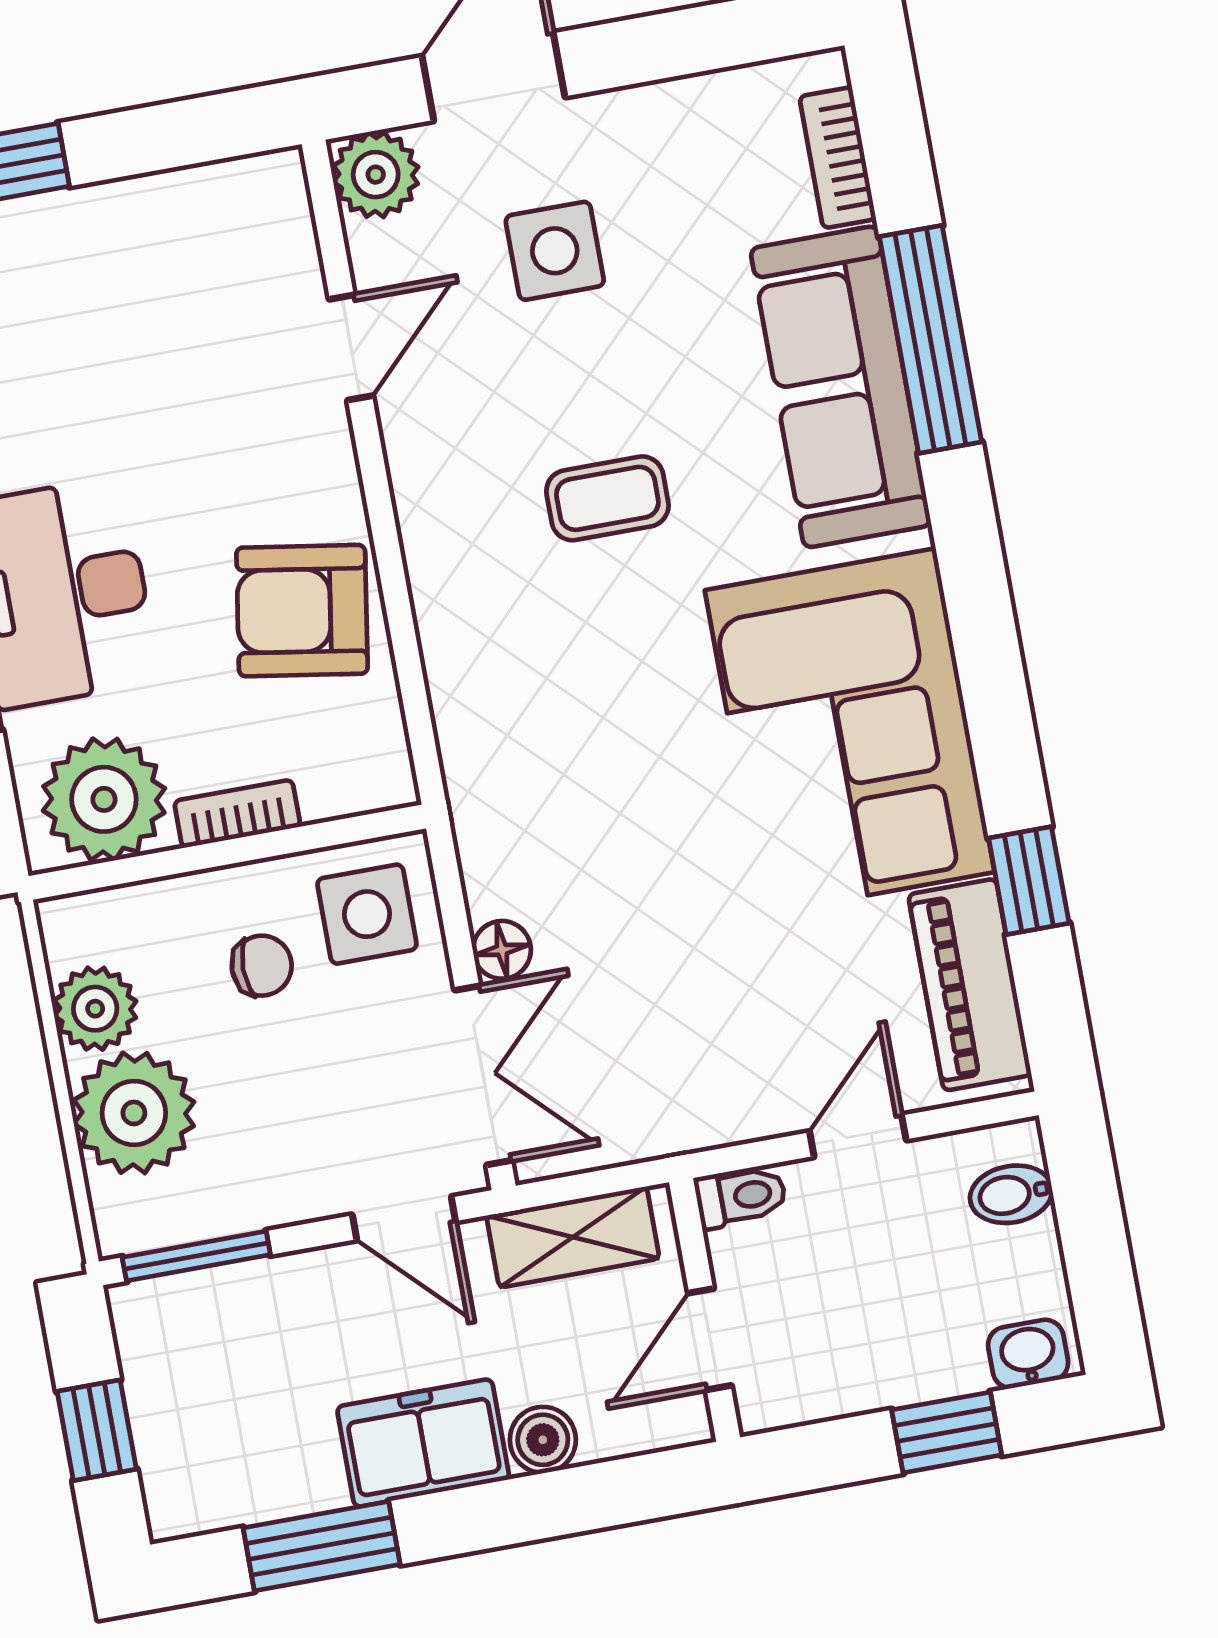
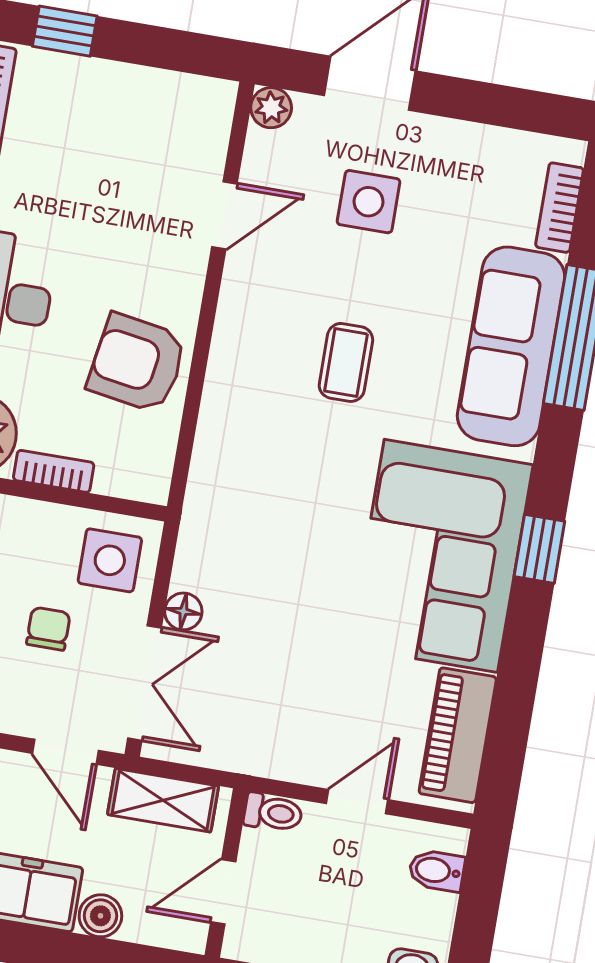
plant: (376, 175) -> (271, 108), width x0.73, depth x0.73
coffee table: (607, 498) -> (346, 362), turned 90
window: (1029, 881) -> (539, 549), moved
chair: (262, 966) -> (48, 629), moved, turned -90

